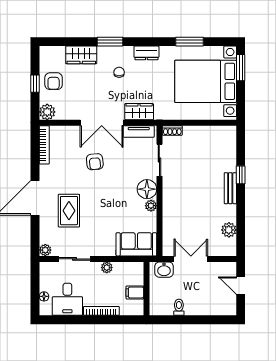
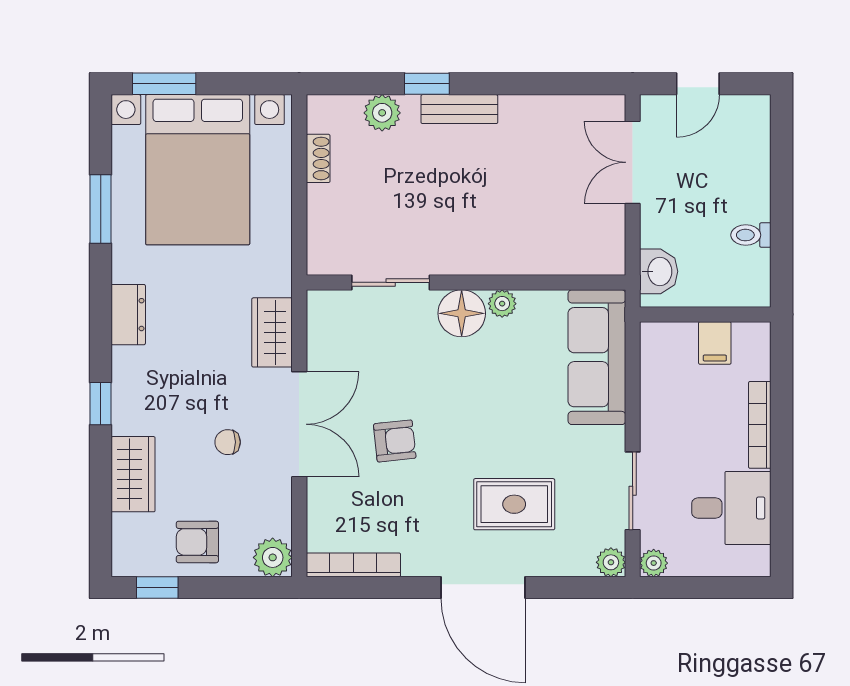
window: (110, 42) -> (101, 404), width x0.67
chair: (119, 72) -> (228, 442), moved
armchair: (54, 81) -> (197, 542), turned 180
window: (35, 84) -> (157, 588), moved
shoe rack: (172, 130) -> (318, 158), moved
tv unit: (139, 132) -> (321, 333), removed
plant: (229, 230) -> (382, 113), moved
sofa: (136, 244) -> (597, 357), width x1.36
double door: (191, 259) -> (633, 162), moved
plant: (107, 268) -> (654, 563), moved
floor lamp: (44, 296) -> (724, 565), removed

